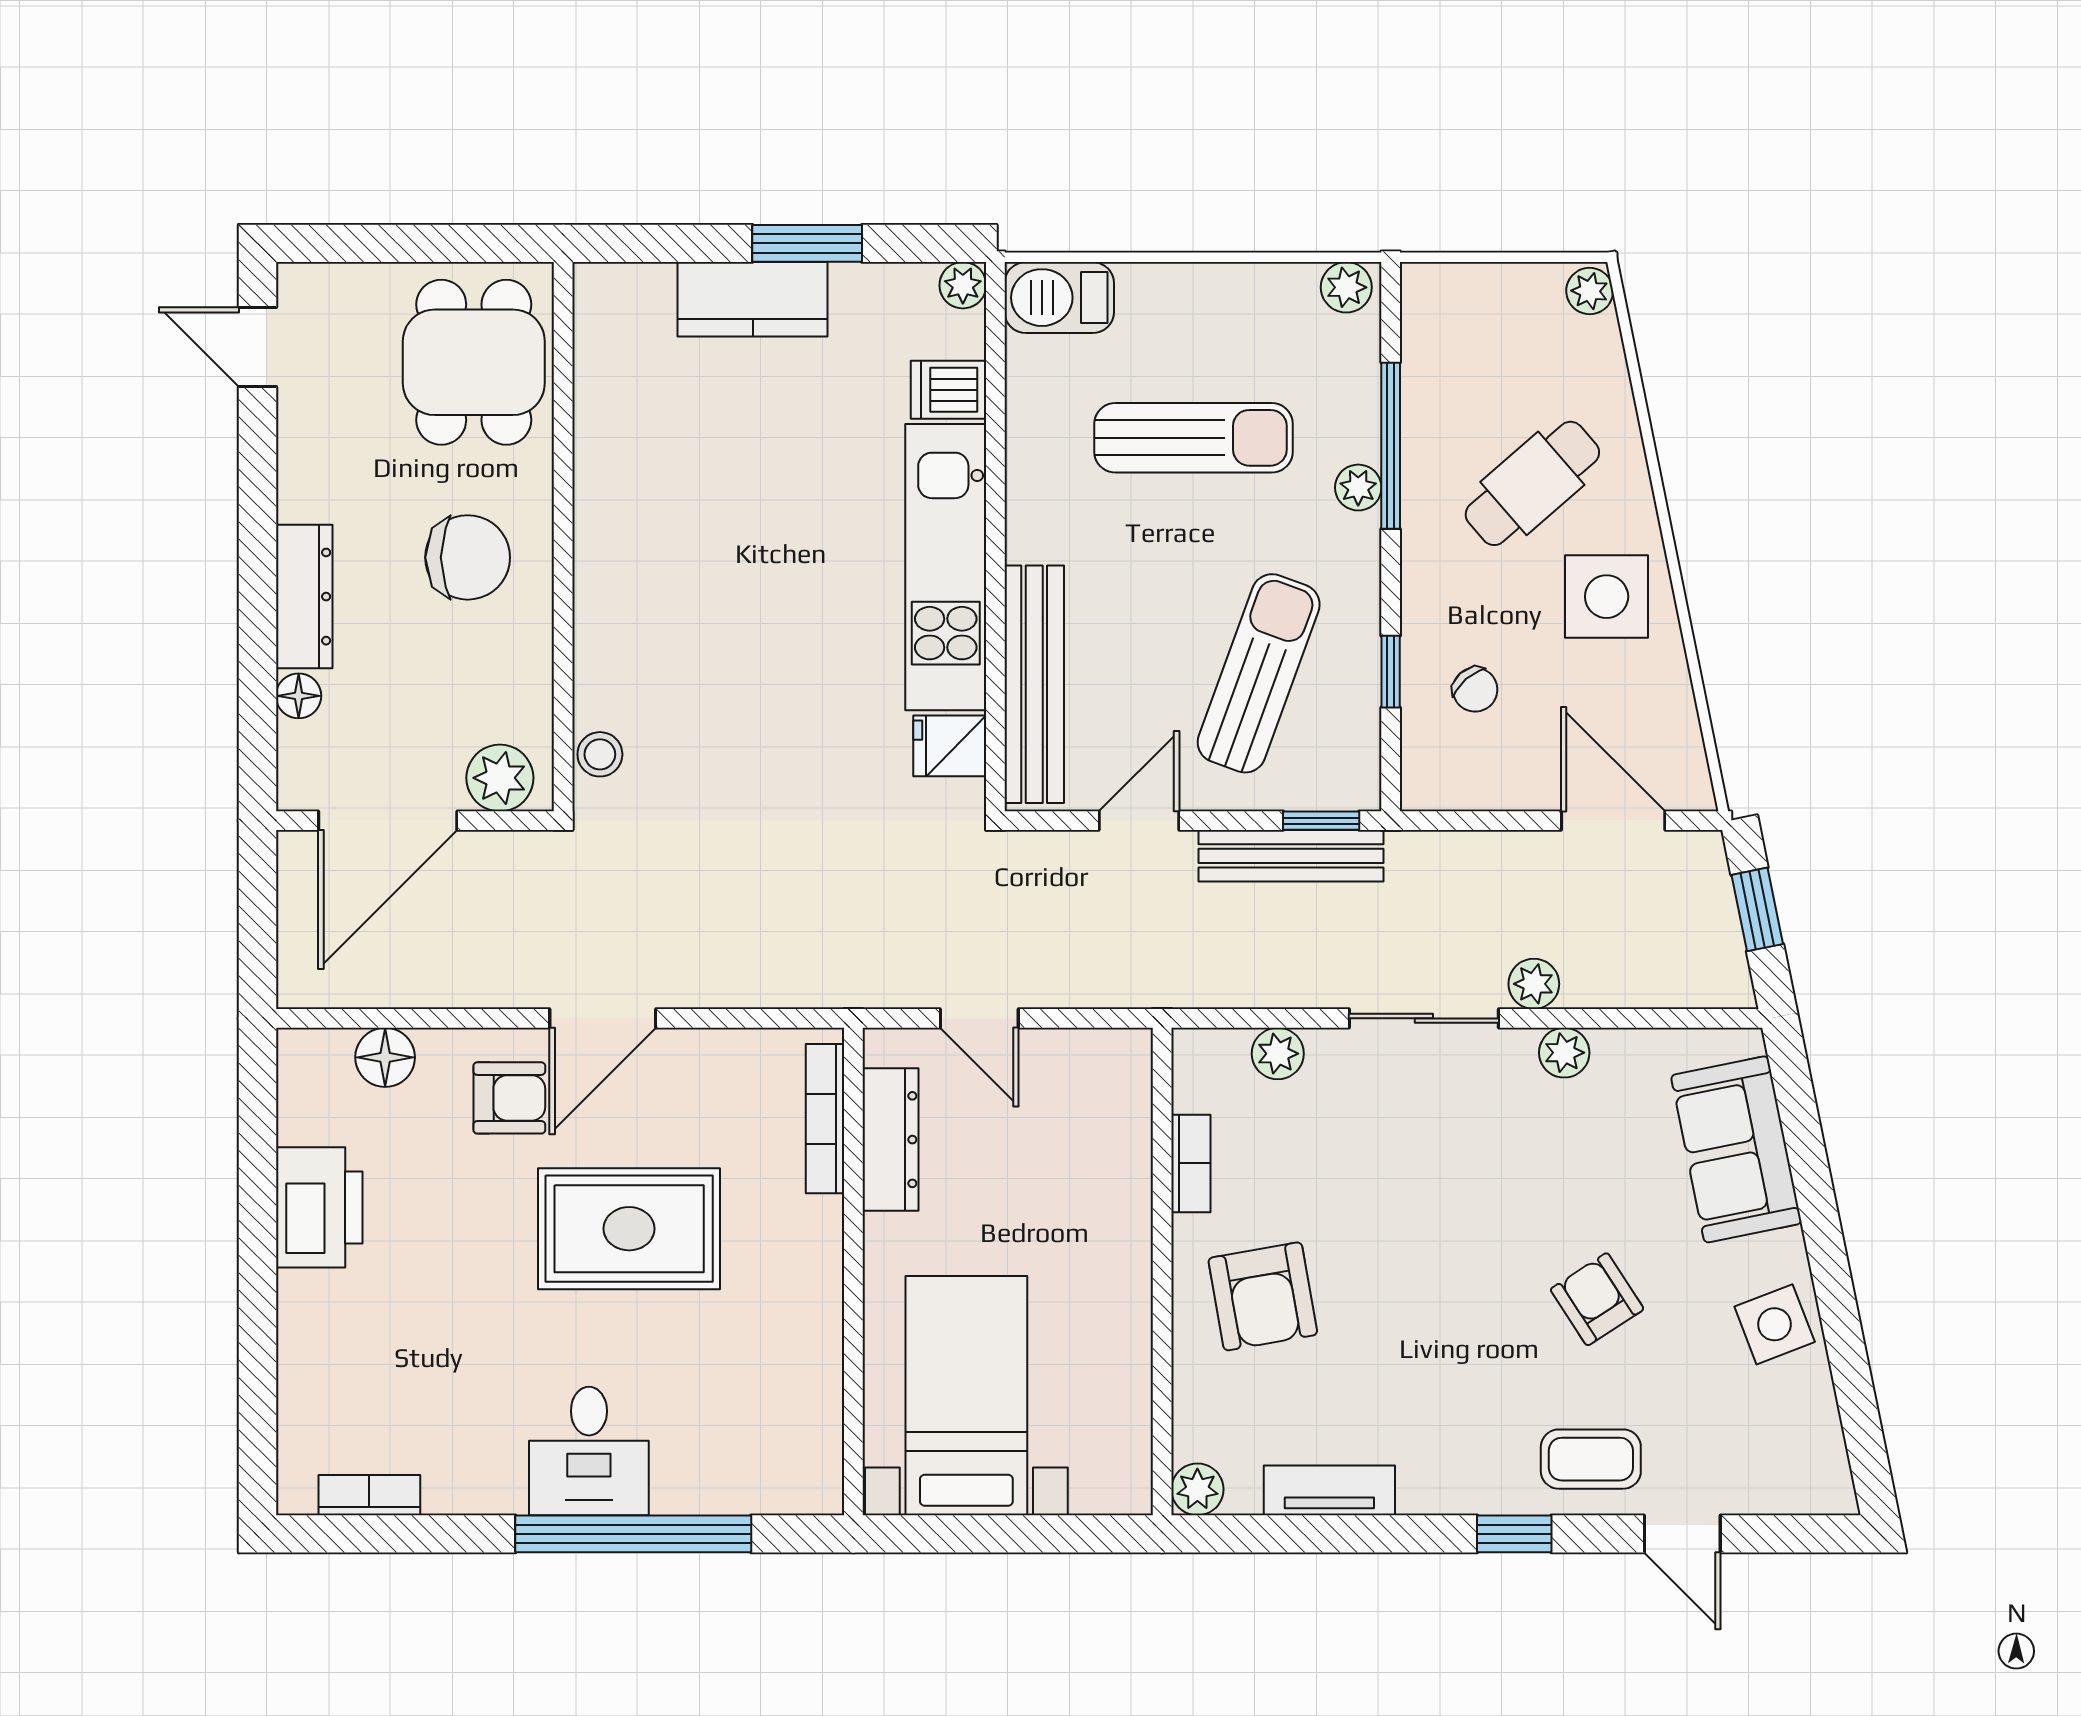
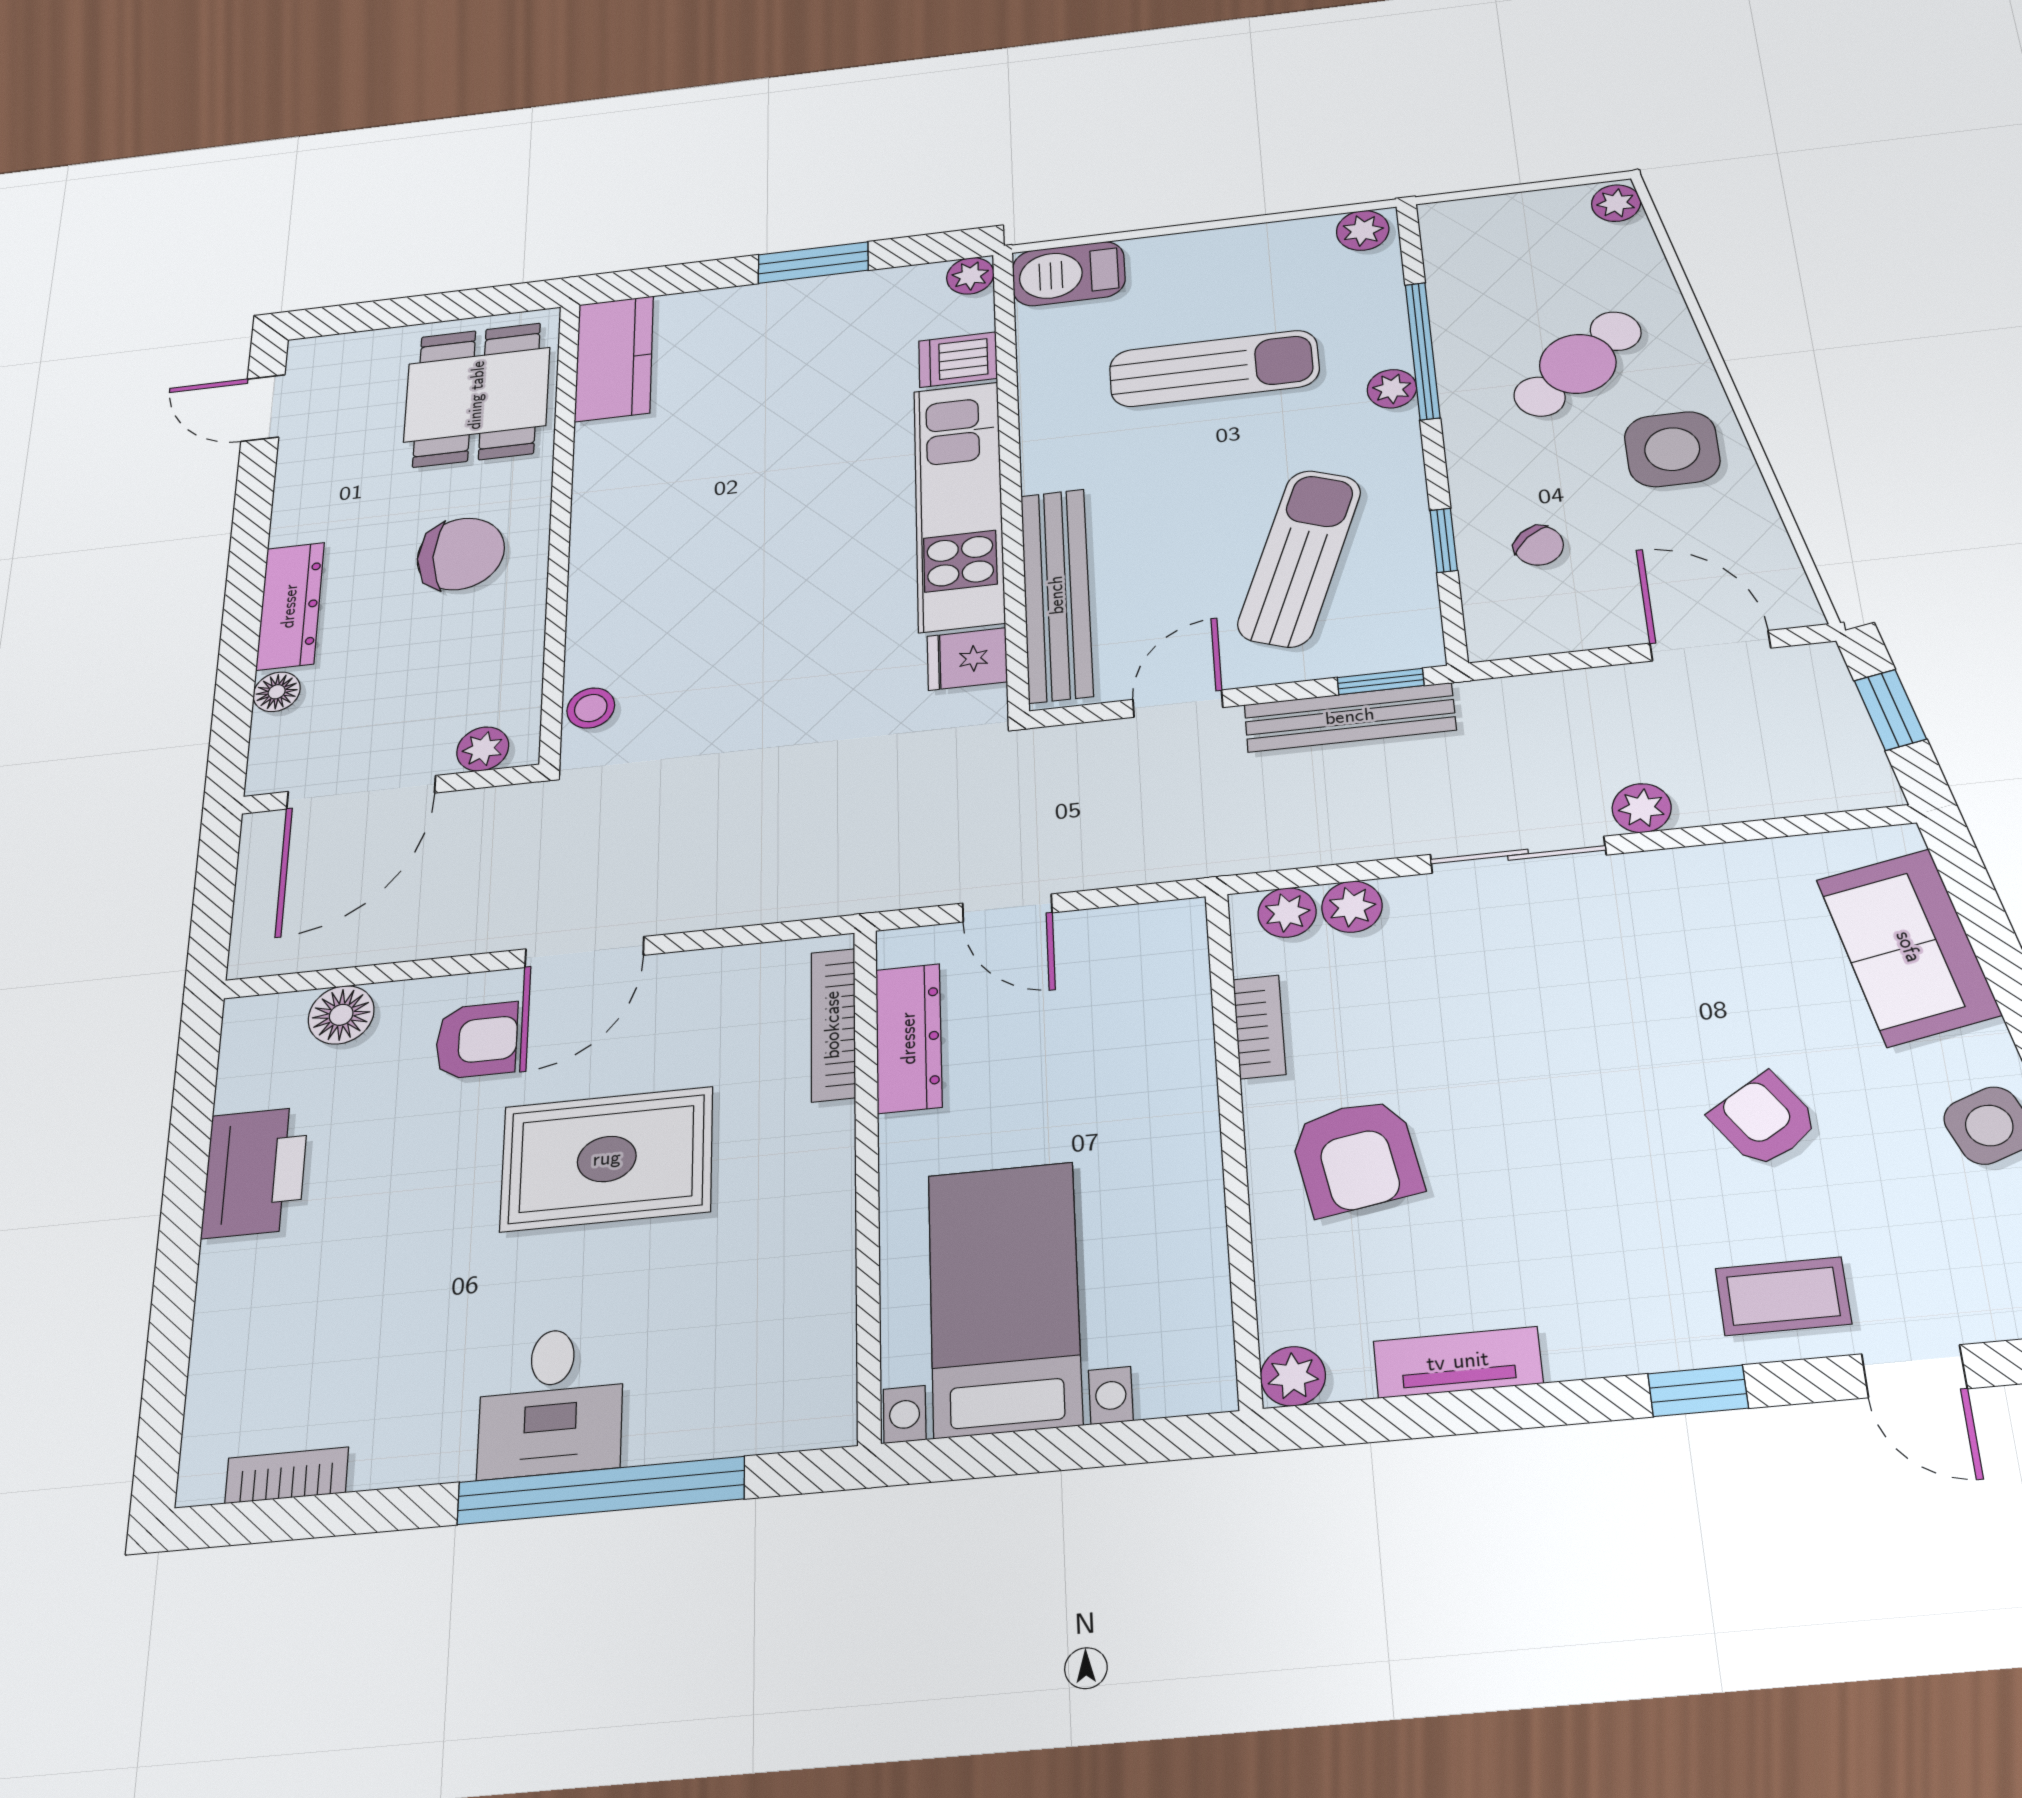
kitchen counter: (753, 299) -> (614, 358), moved, turned -90
plant: (500, 778) -> (483, 749), width x0.73, depth x0.73
plant: (1564, 1053) -> (1287, 913), moved

